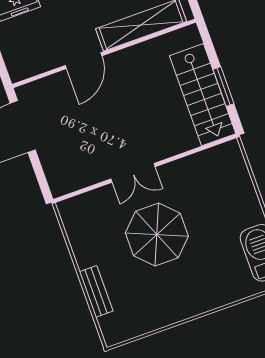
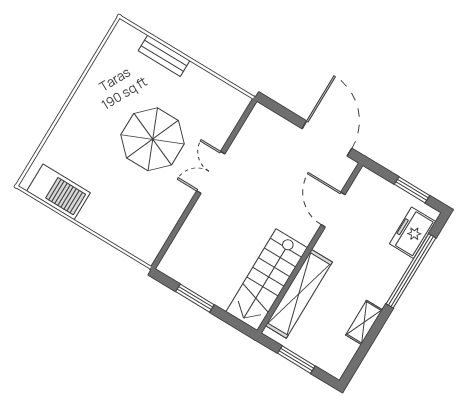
door: (84, 61) -> (333, 210), moved
stairs: (203, 95) -> (267, 280), moved, turned -90

